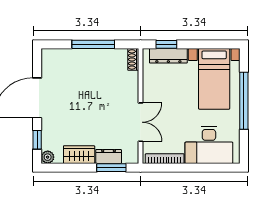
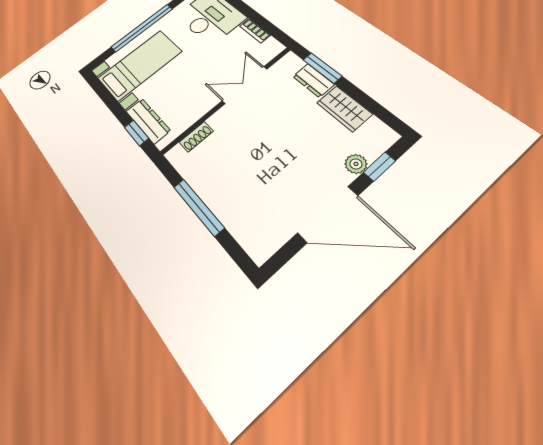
shoe rack: (133, 59) -> (196, 137), moved
plant: (48, 157) -> (356, 164), moved
bookcase: (165, 159) -> (255, 31), width x0.64

